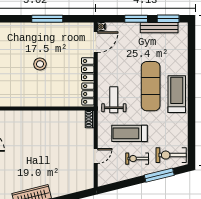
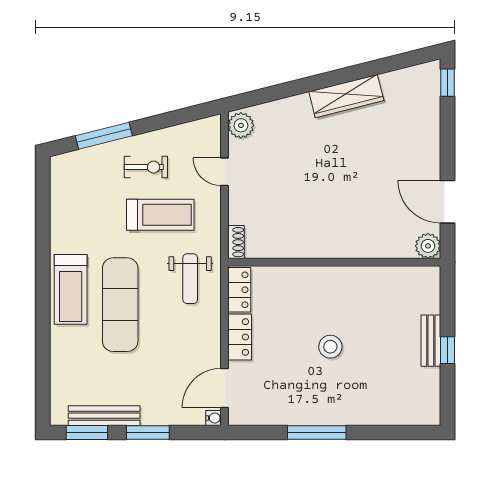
exercise bike: (171, 155) -> (81, 174), removed
door: (96, 156) -> (225, 172), hinge flipped
plant: (87, 181) -> (241, 125), added

